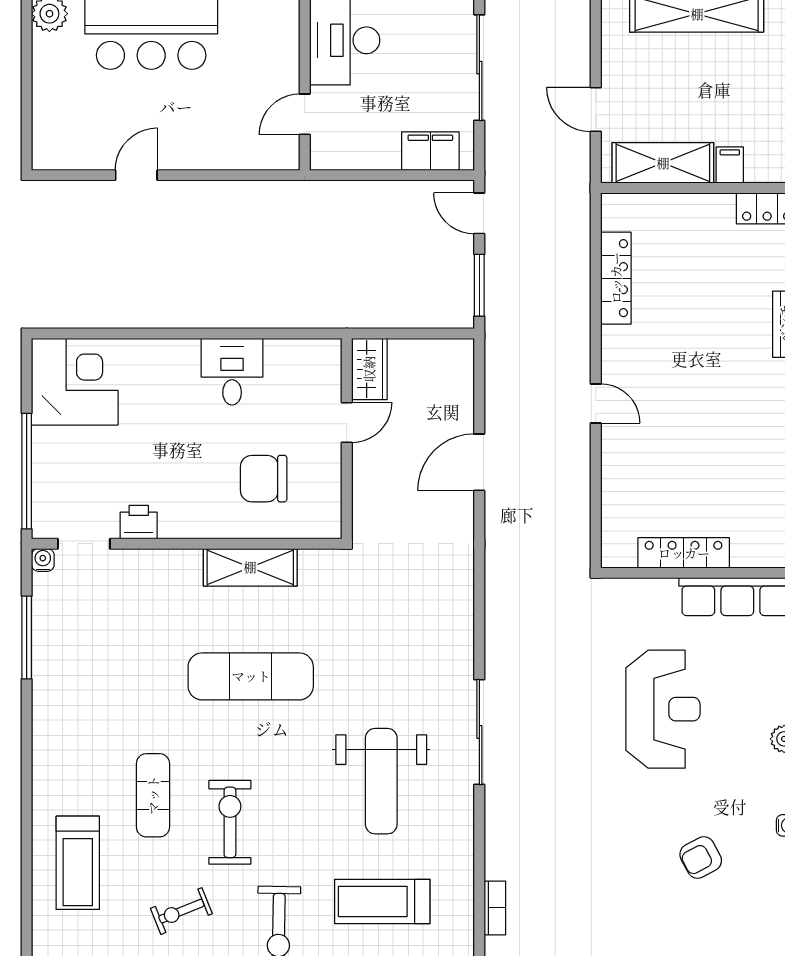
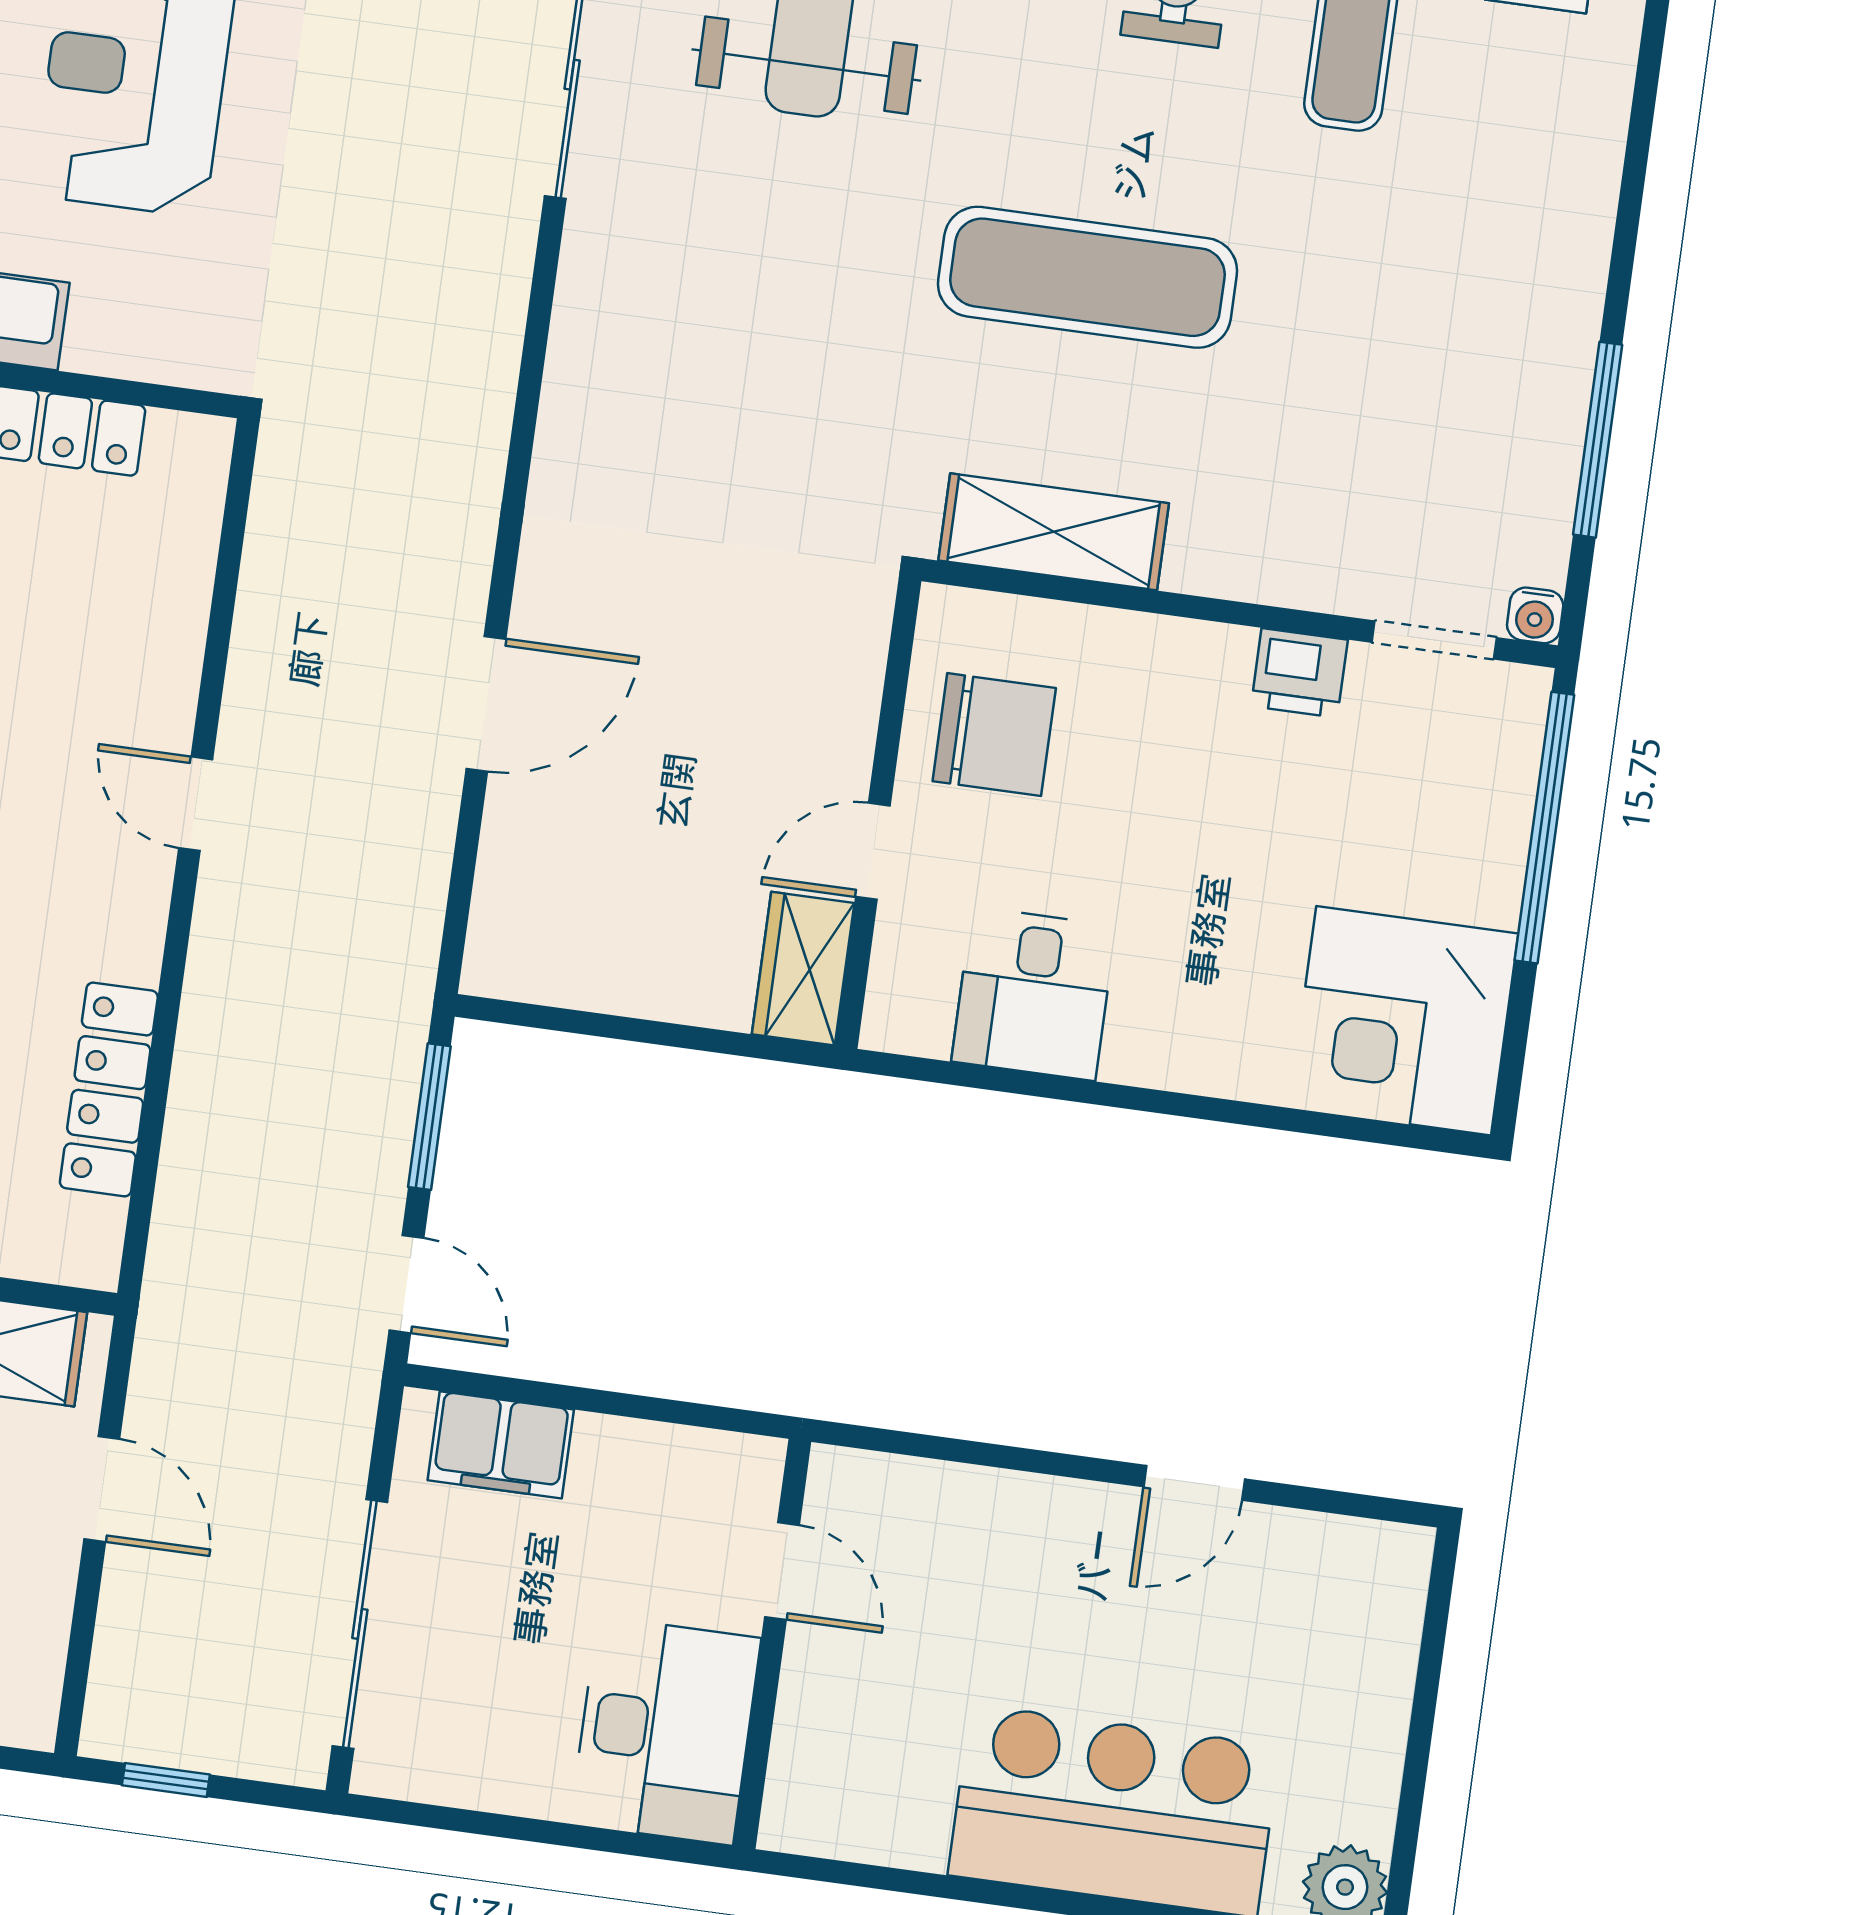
door: (305, 114) -> (782, 1571), hinge flipped
wardrobe: (369, 369) -> (803, 969), moved
door: (347, 422) -> (873, 851), moved
wall: (347, 439) -> (878, 813), moved

